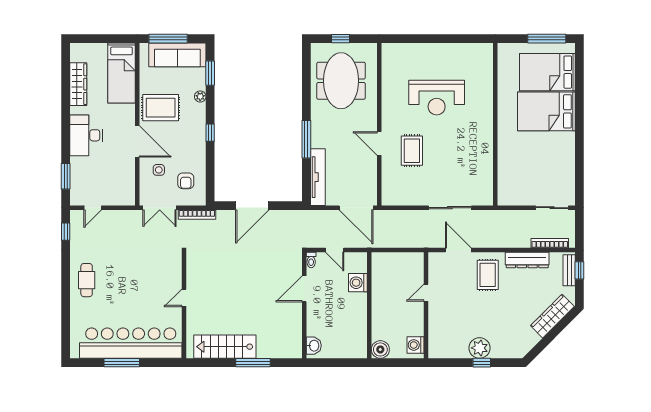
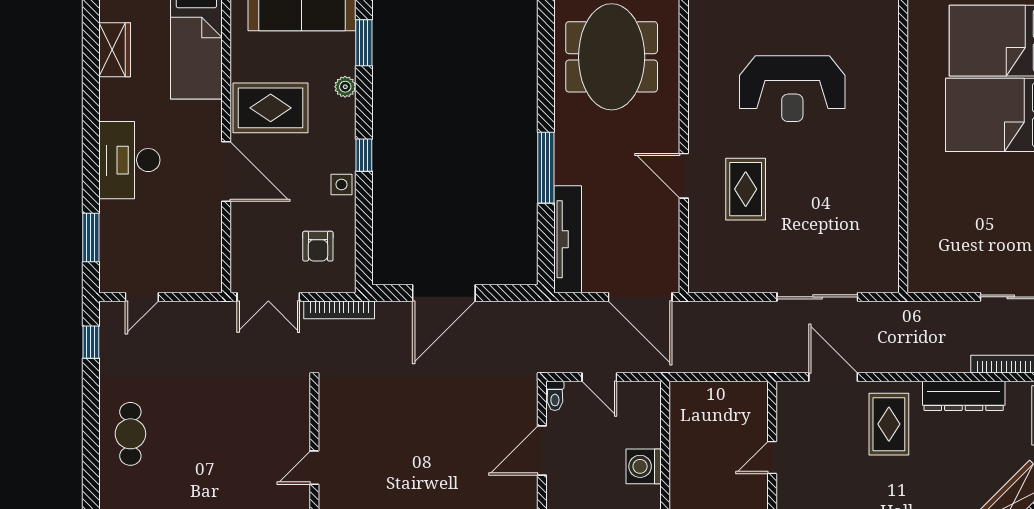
wardrobe: (78, 84) -> (115, 50), width x0.67
side table: (159, 170) -> (342, 184), moved
washing machine: (358, 283) -> (644, 466), moved

